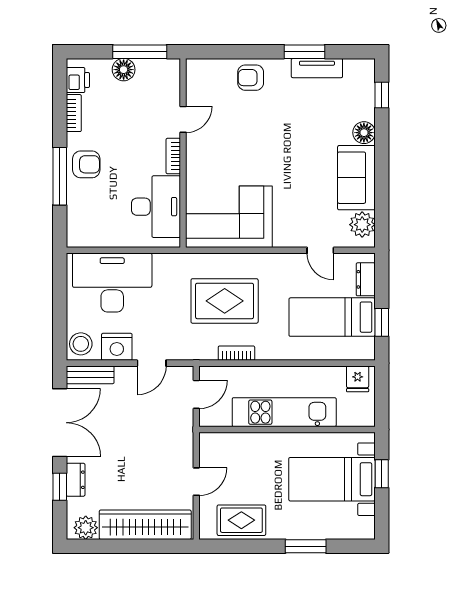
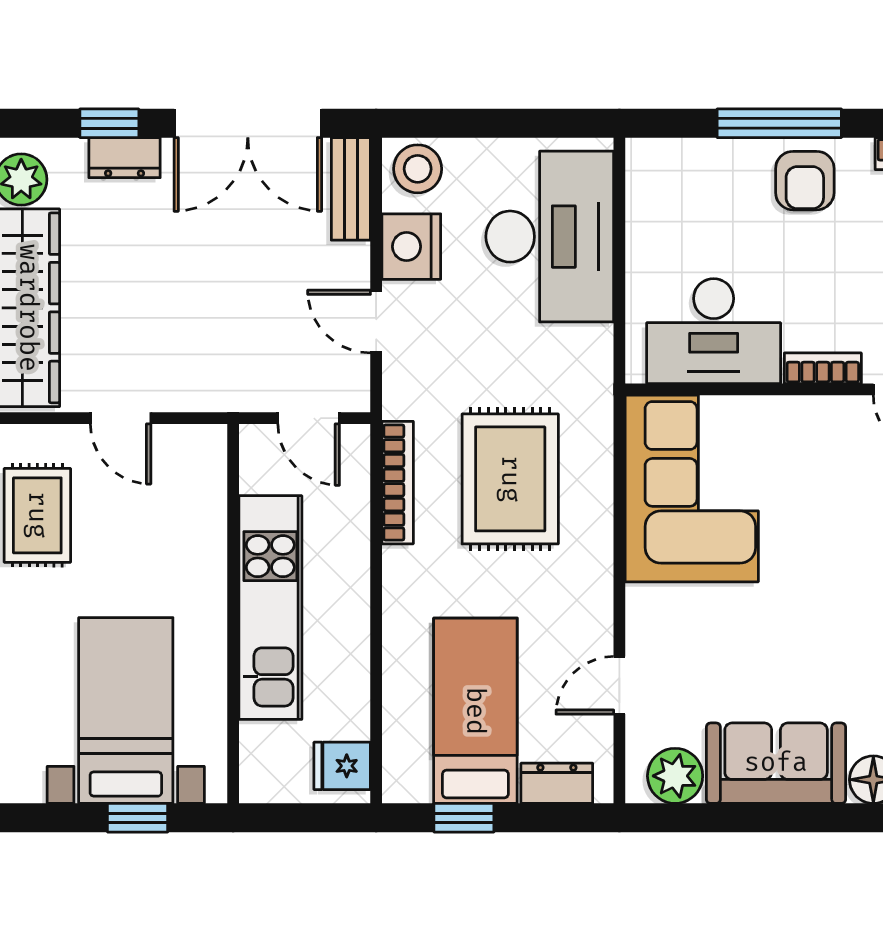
bookcase: (236, 353) -> (398, 483), width x1.56

